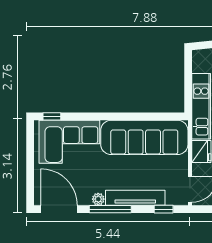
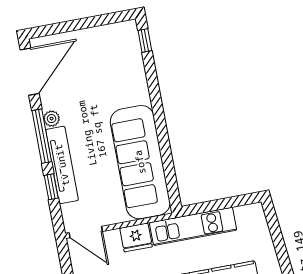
corner sofa: (69, 142) -> (117, 69), removed
window: (164, 209) -> (51, 187), moved

